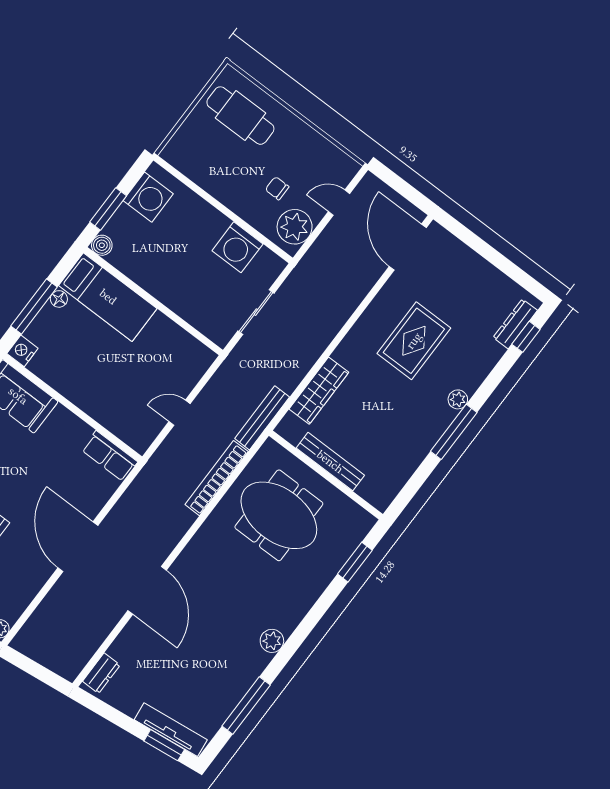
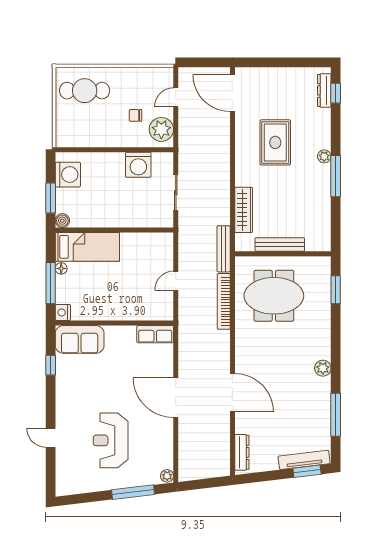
dresser: (101, 673) -> (242, 452), width x1.44

